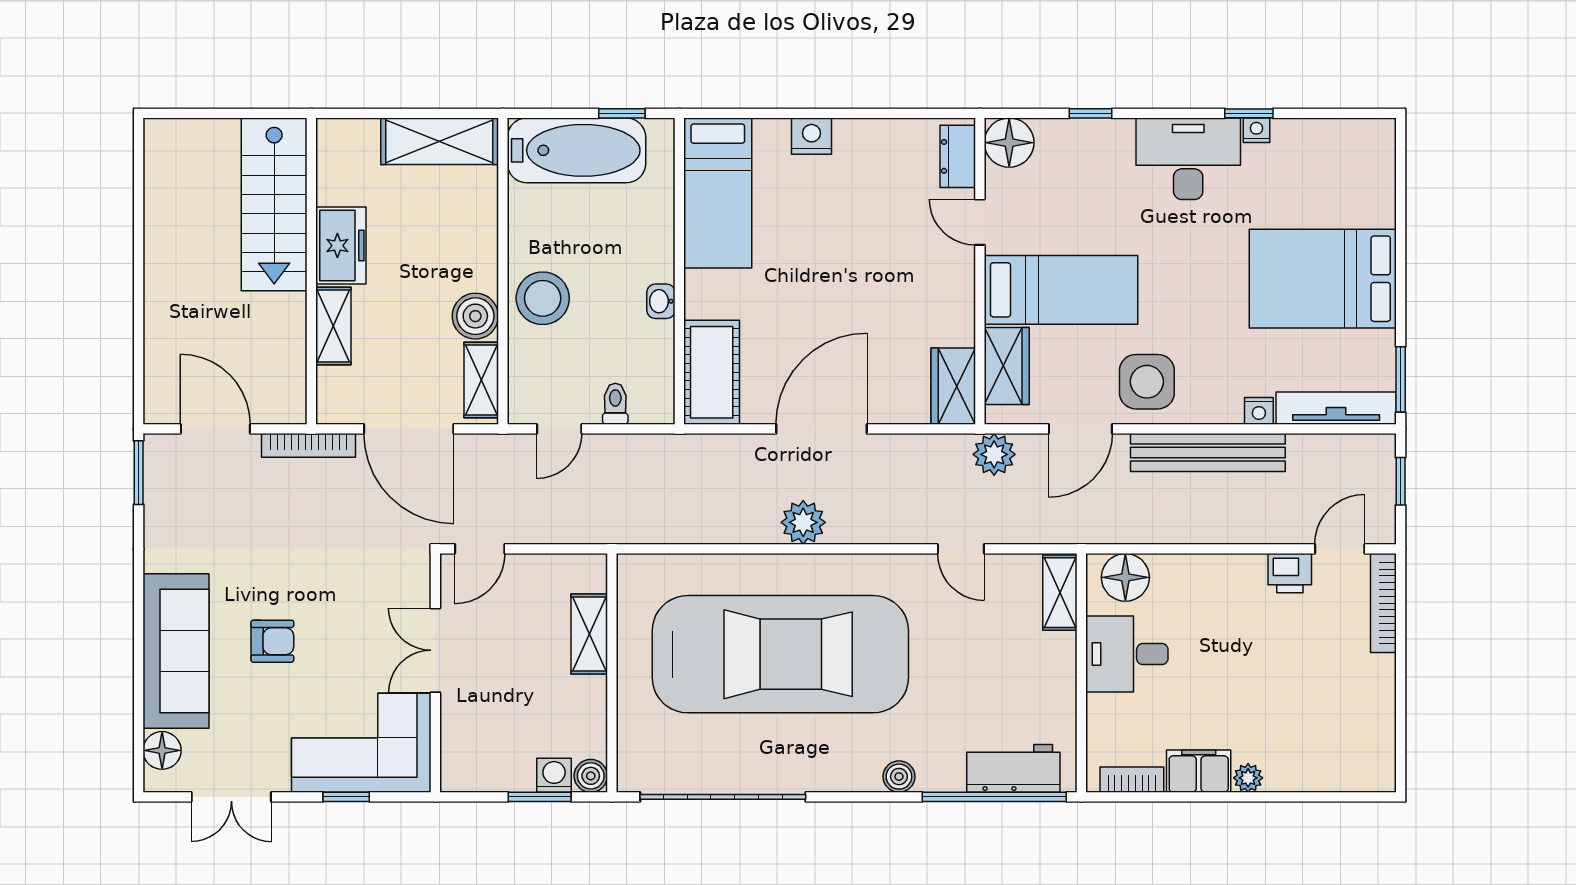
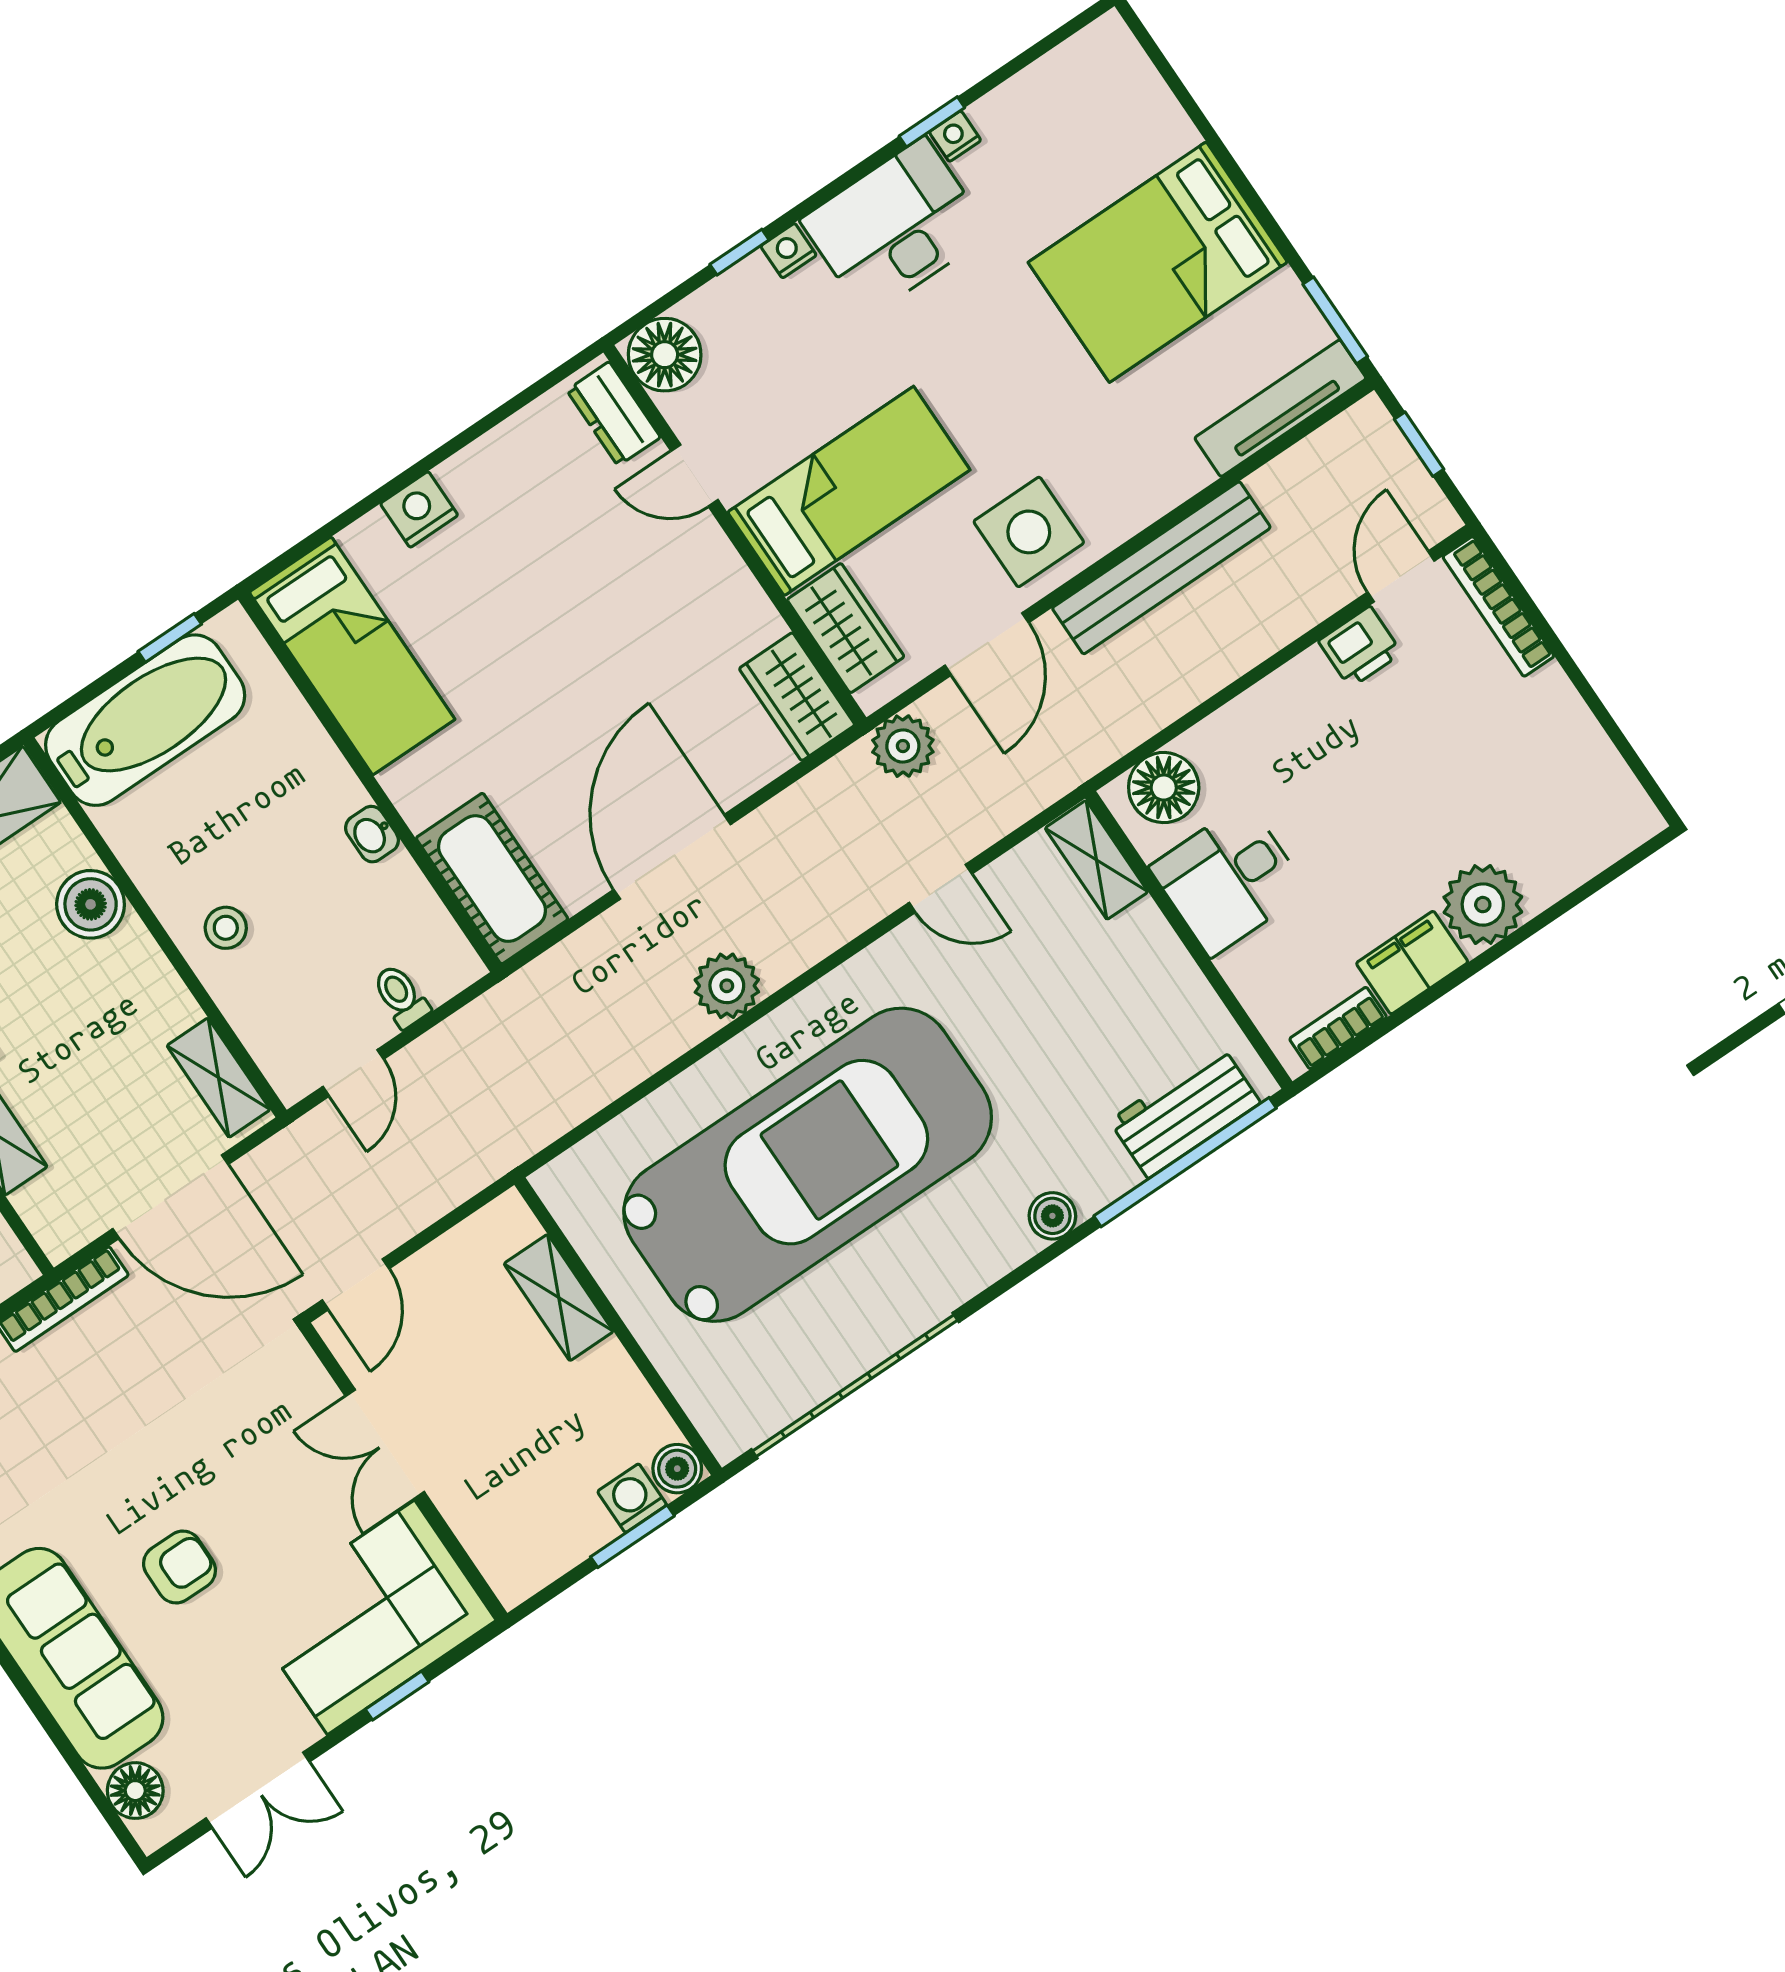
stool: (543, 298) -> (226, 928), width x0.53, depth x0.53
boiler: (475, 316) -> (91, 904), moved
nightstand: (1259, 411) -> (789, 251), moved, turned 180
plant: (1248, 778) -> (1483, 905), width x1.88, depth x1.88

